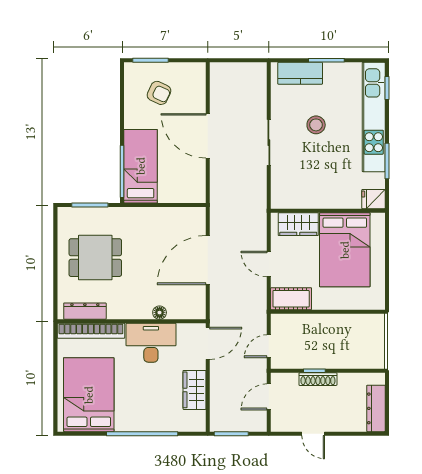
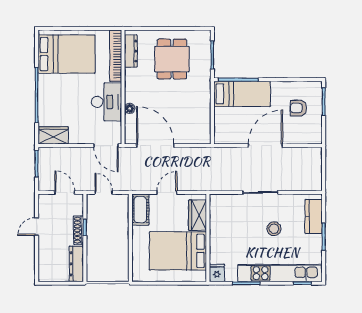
armchair: (159, 93) -> (298, 108), turned 65
door: (208, 260) -> (155, 146), moved
wardrobe: (195, 390) -> (53, 135), moved
dresser: (376, 408) -> (76, 264), moved, turned -90

